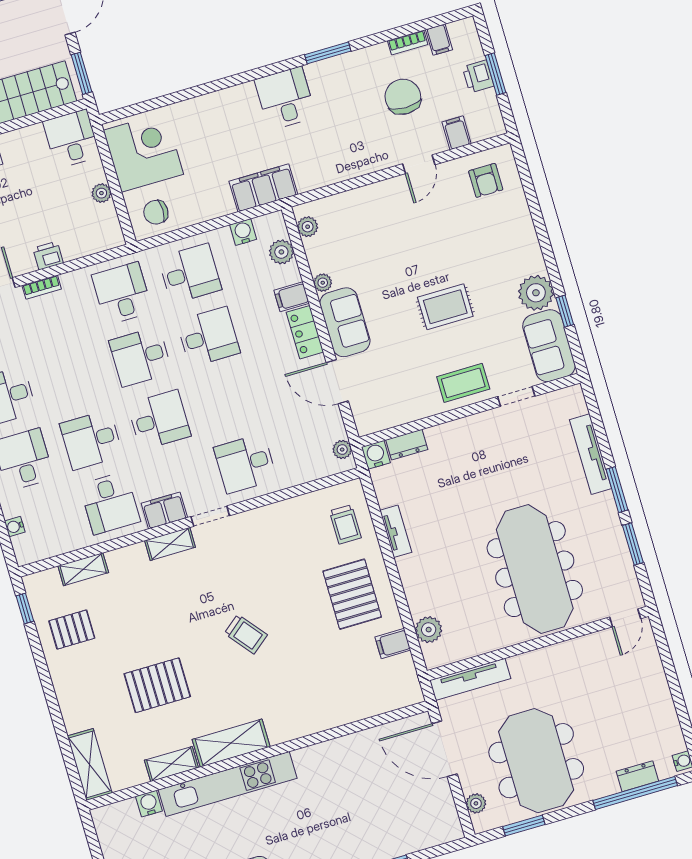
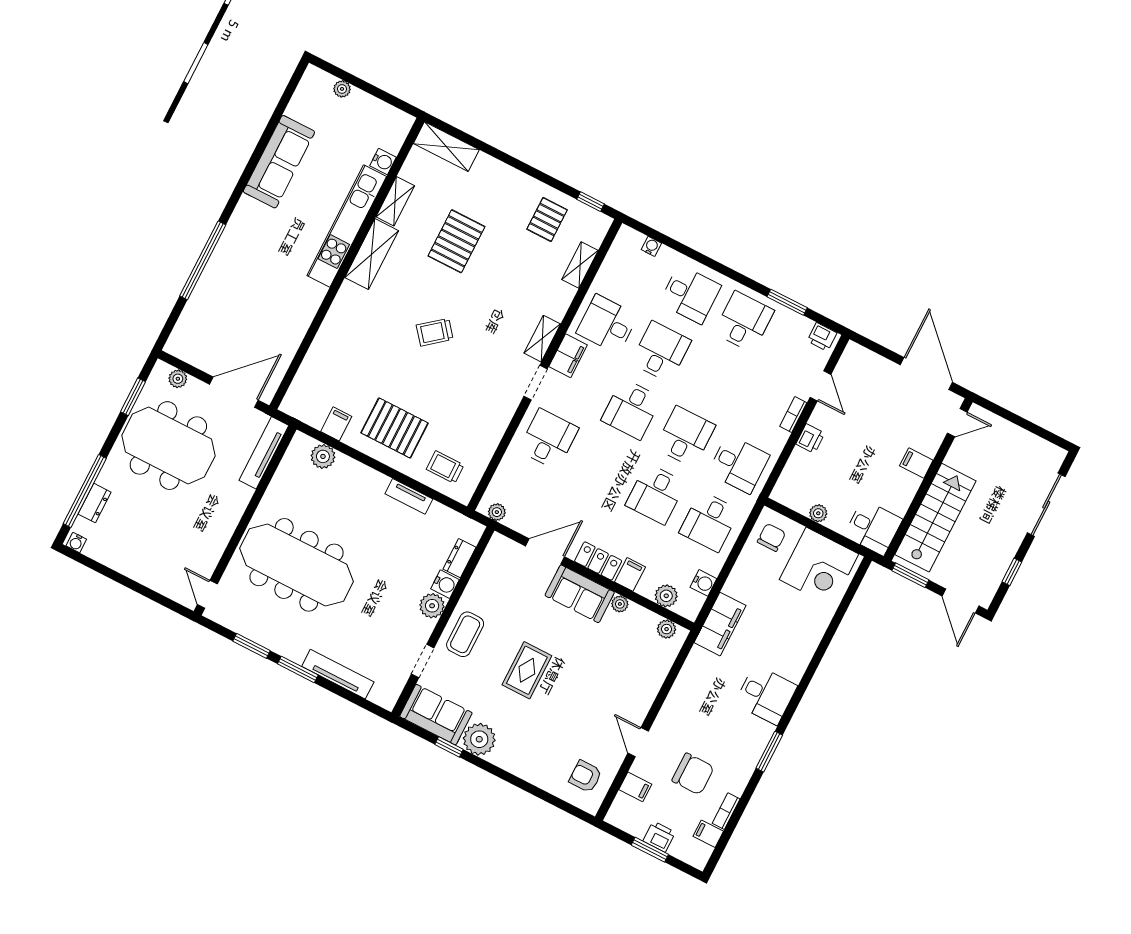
plant: (465, 431) -> (432, 606), added
water cooler: (376, 455) -> (445, 584), moved

